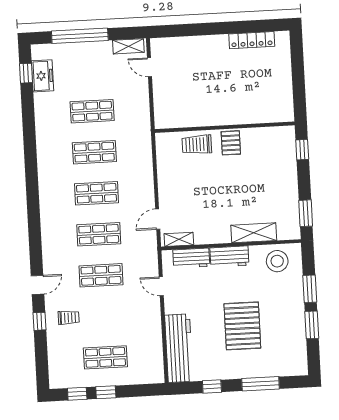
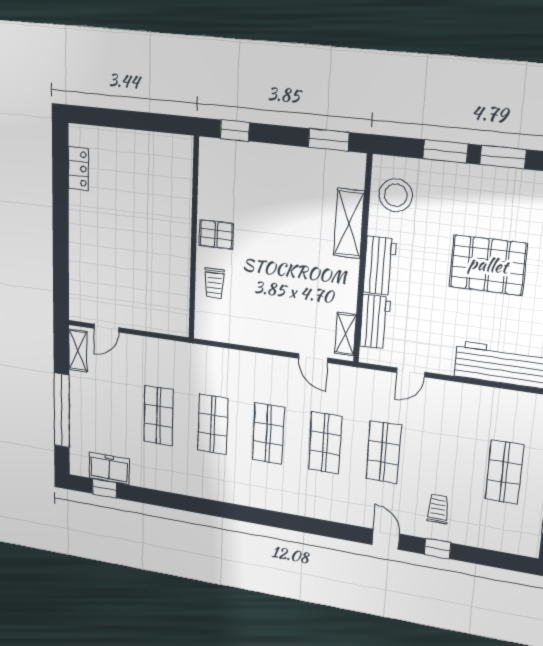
locker: (252, 40) -> (78, 169), width x0.66
trolley: (197, 144) -> (214, 283), width x0.73, depth x0.72

